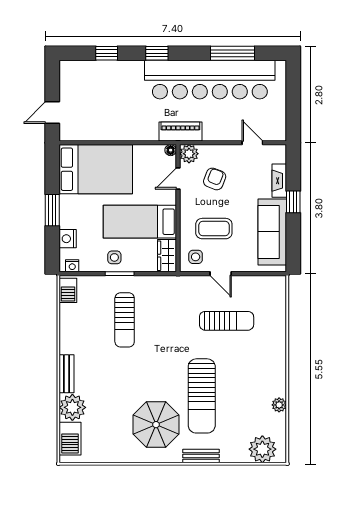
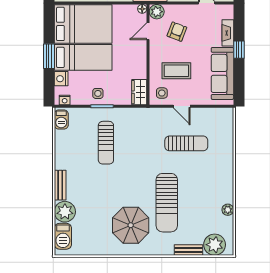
bed: (140, 222) -> (83, 57), moved, turned 180
bench: (201, 456) -> (189, 250), moved

